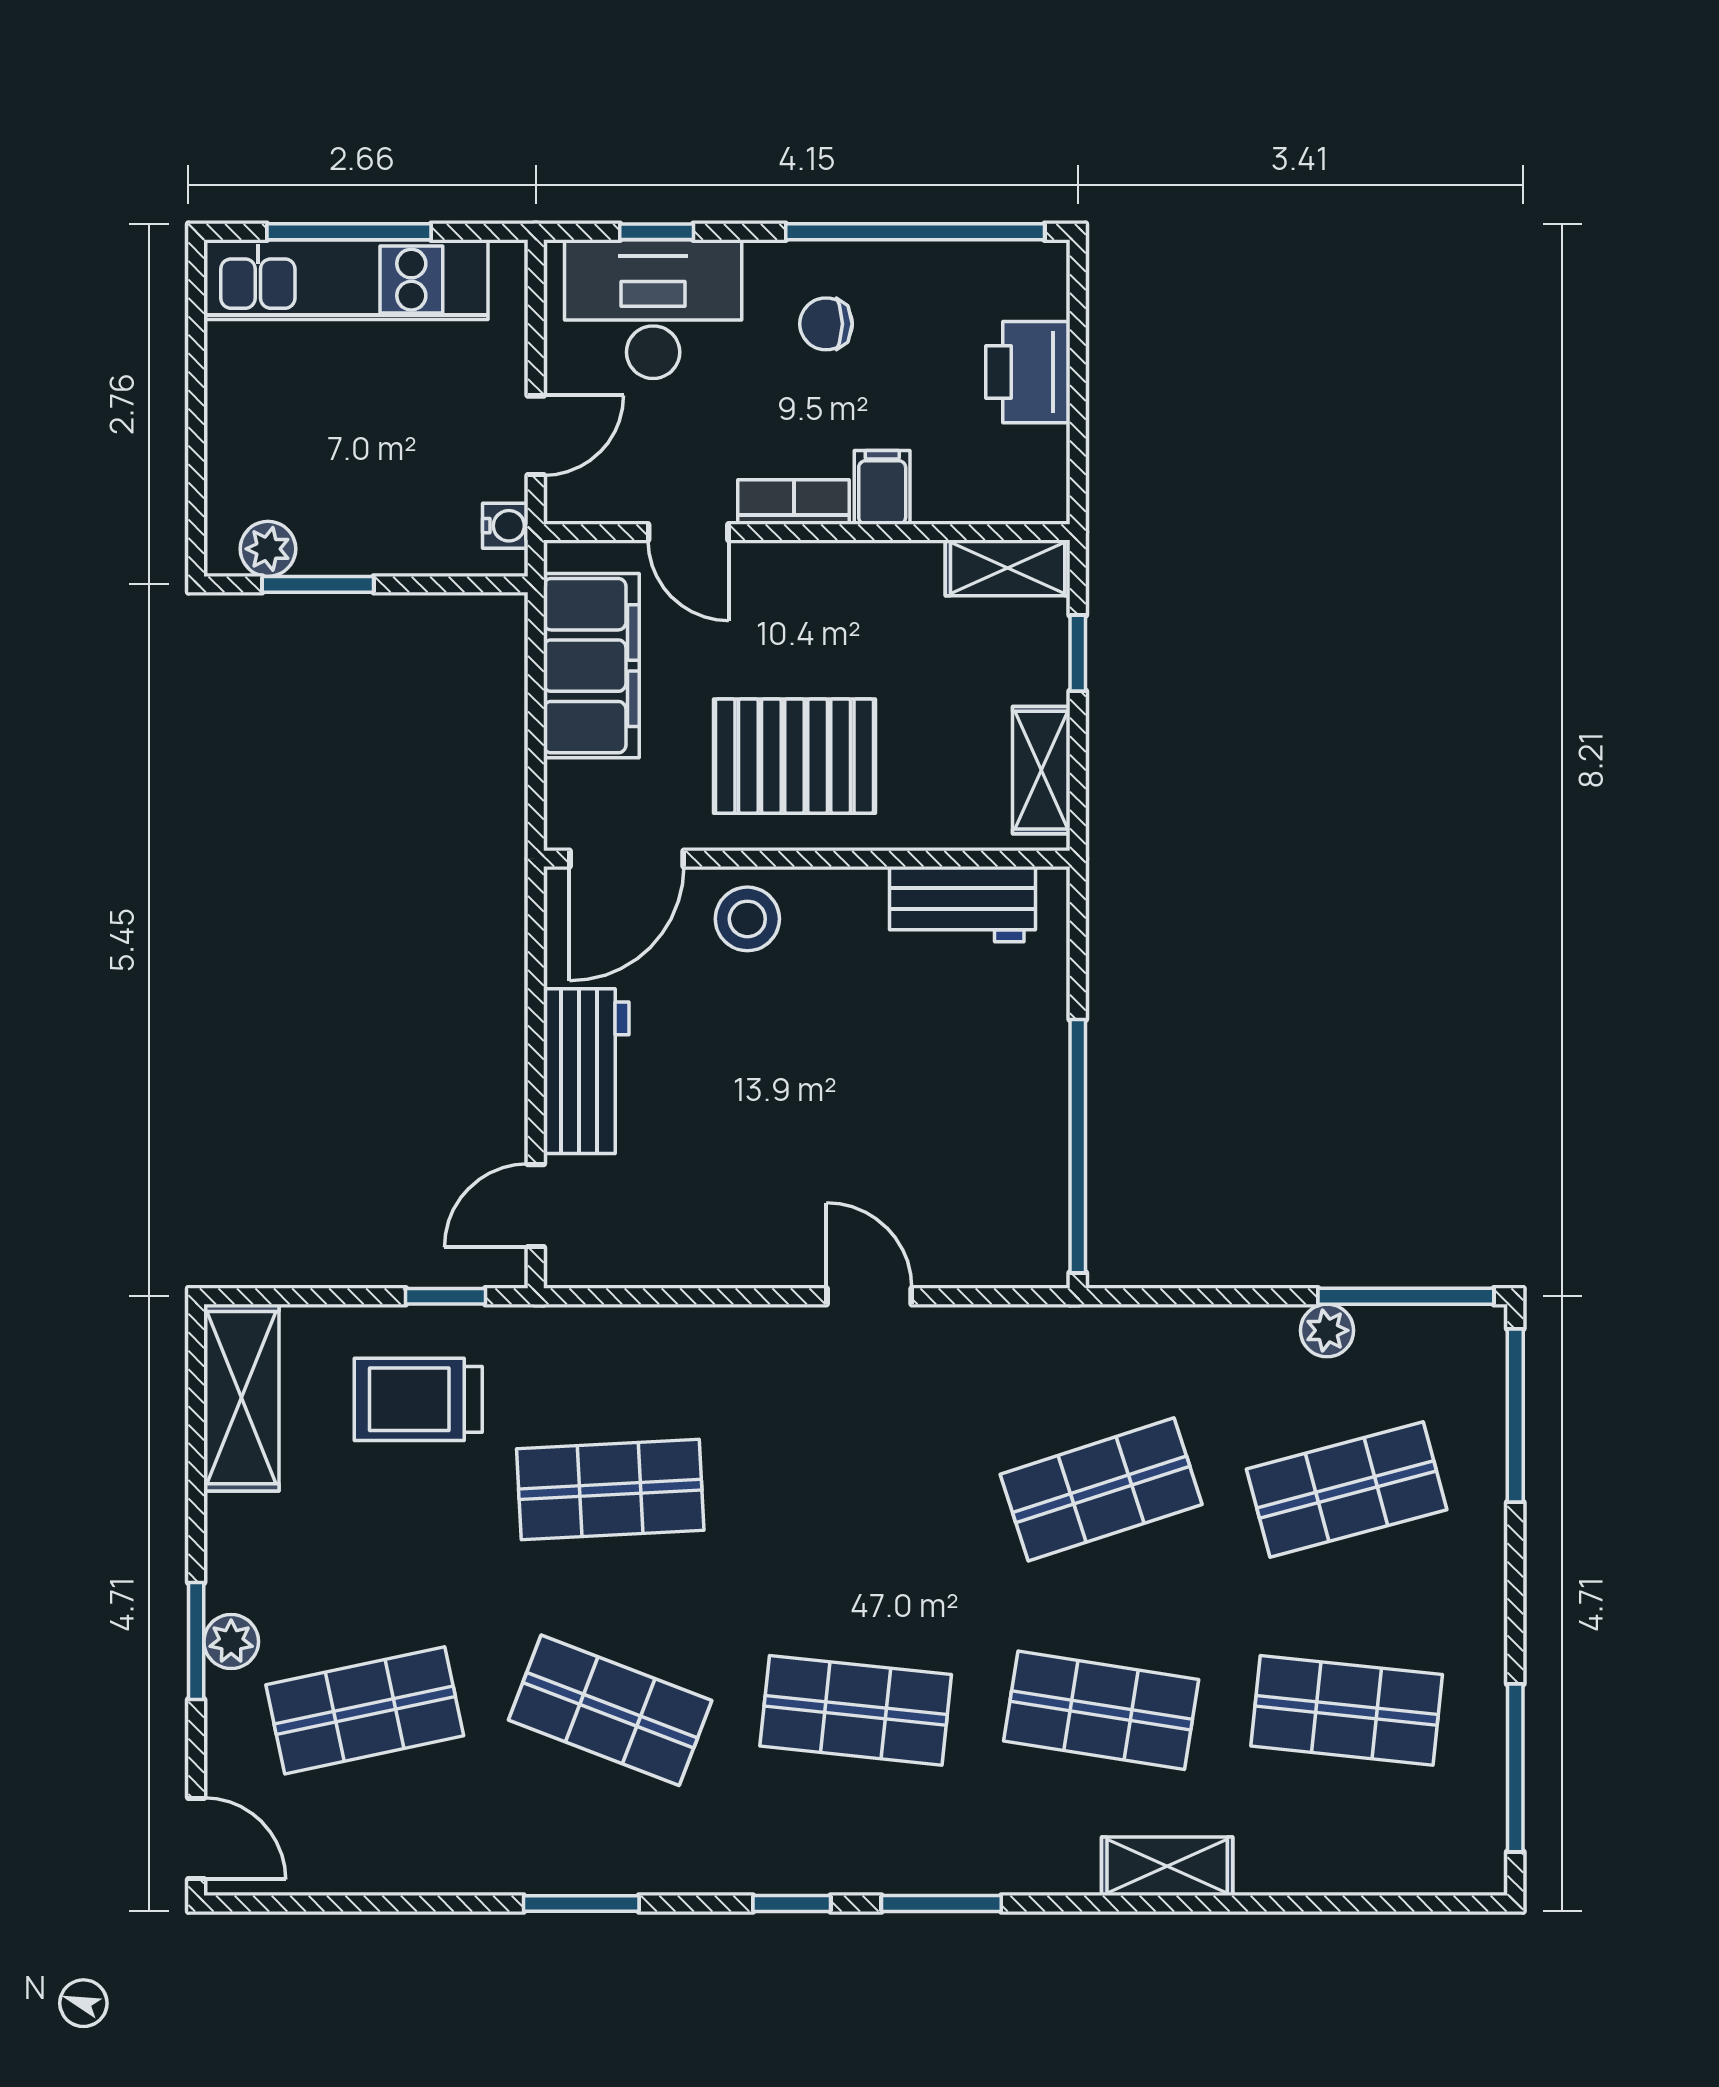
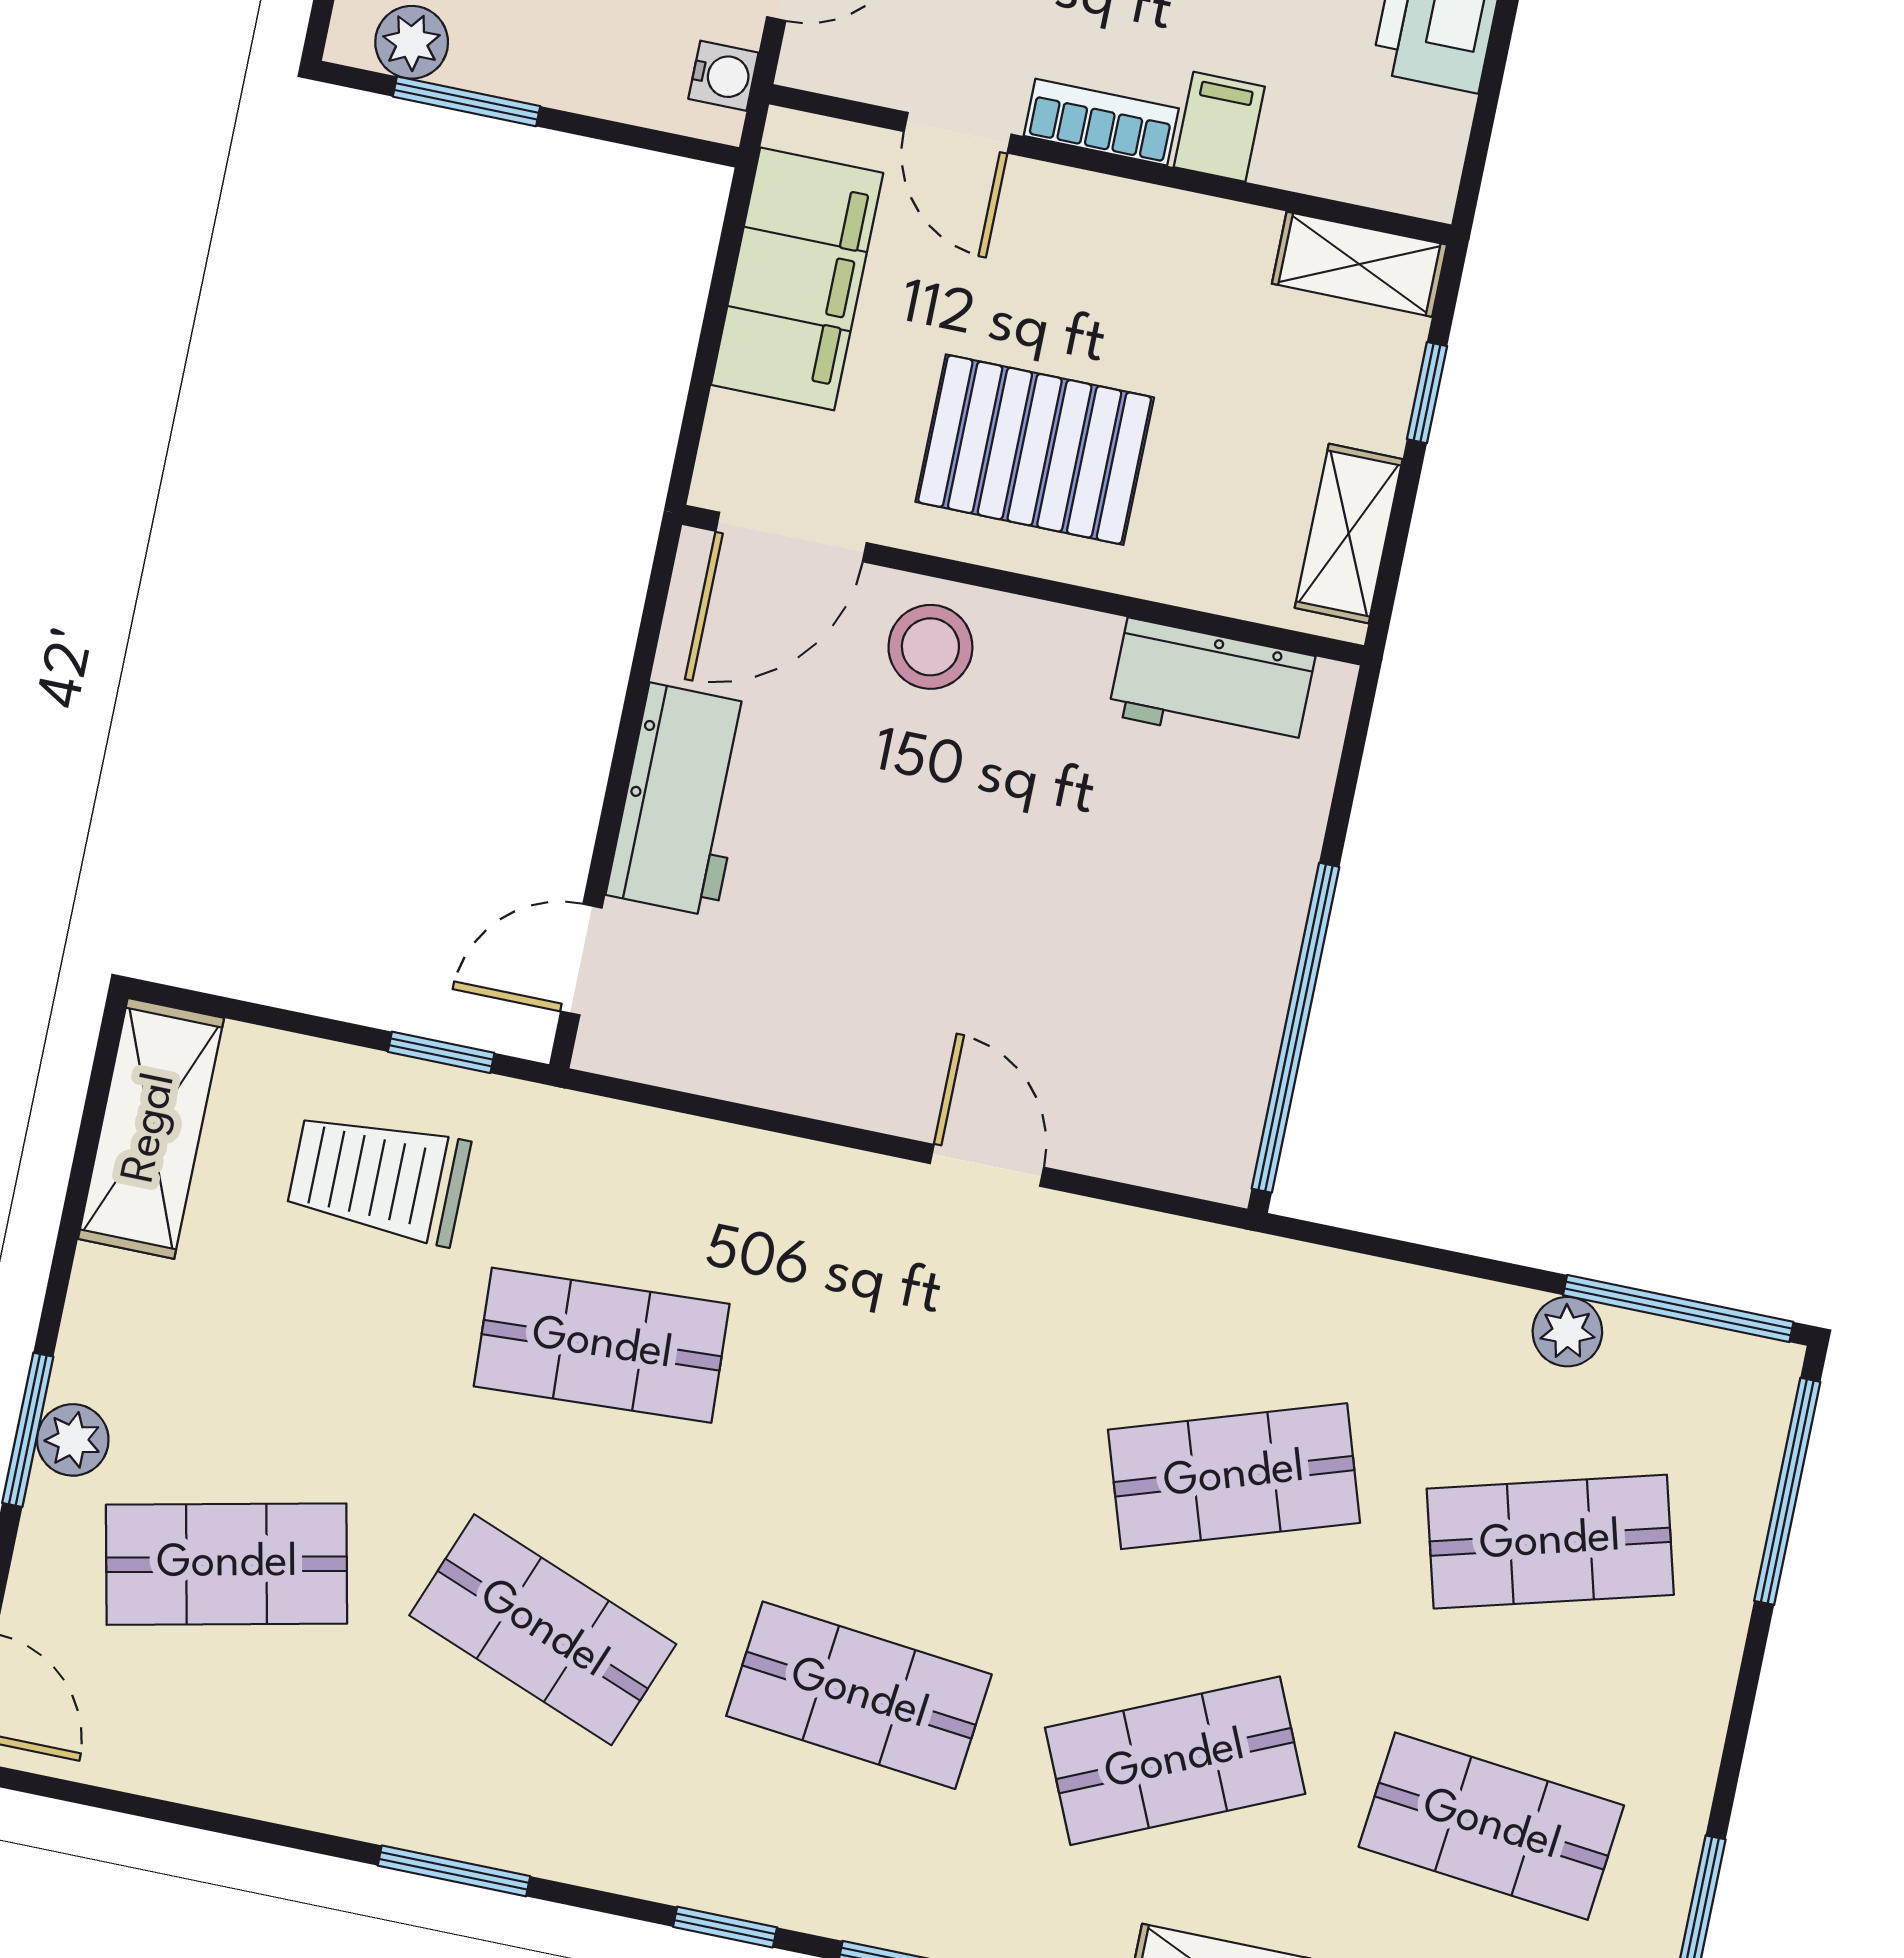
shop shelf: (1101, 1710) -> (1175, 1761), turned -33

